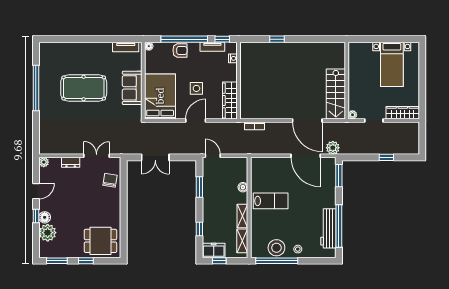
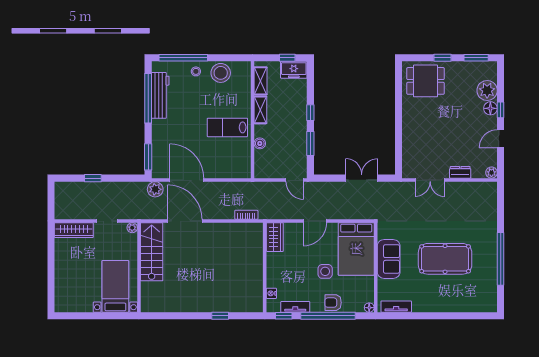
bed with nightstands: (392, 64) -> (115, 286), moved
side table: (196, 88) -> (325, 271), moved
wardrobe: (230, 101) -> (275, 237), width x0.67
chair: (110, 180) -> (414, 151), removed
window: (199, 229) -> (310, 113), moved
window: (277, 261) -> (183, 58), moved

